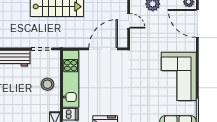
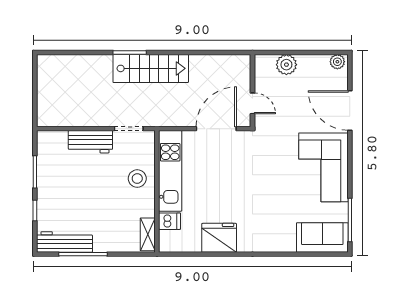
door: (129, 21) -> (253, 103), moved
door: (197, 23) -> (350, 110), moved

